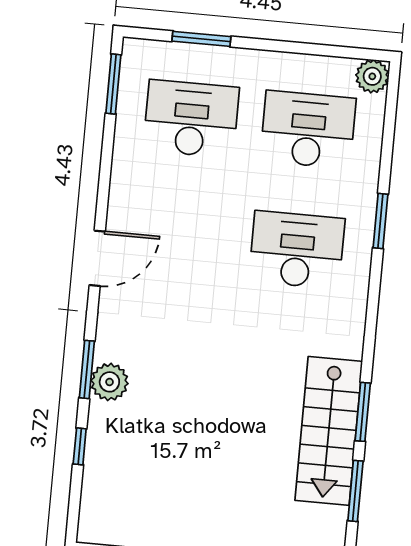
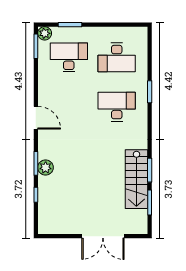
plant: (372, 76) -> (45, 33), moved
desk: (308, 130) -> (117, 57), turned 180
door: (97, 258) -> (36, 118), hinge flipped

